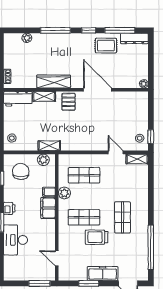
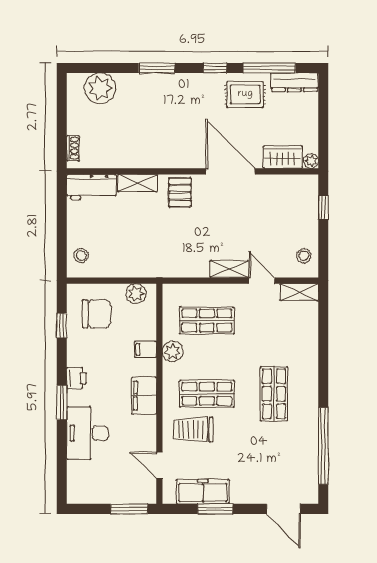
window: (55, 30) -> (157, 68), width x0.69
plant: (27, 38) -> (100, 88), width x1.87, depth x1.87
wardrobe: (54, 82) -> (283, 157), moved, width x0.67
window: (151, 137) -> (323, 208), moved
shelving: (49, 146) -> (229, 269), moved
chair: (21, 171) -> (96, 314), turned 90
filing cabinet: (48, 208) -> (144, 396), moved
trolley: (97, 237) -> (193, 430), moved
freezer: (103, 273) -> (203, 492), moved

